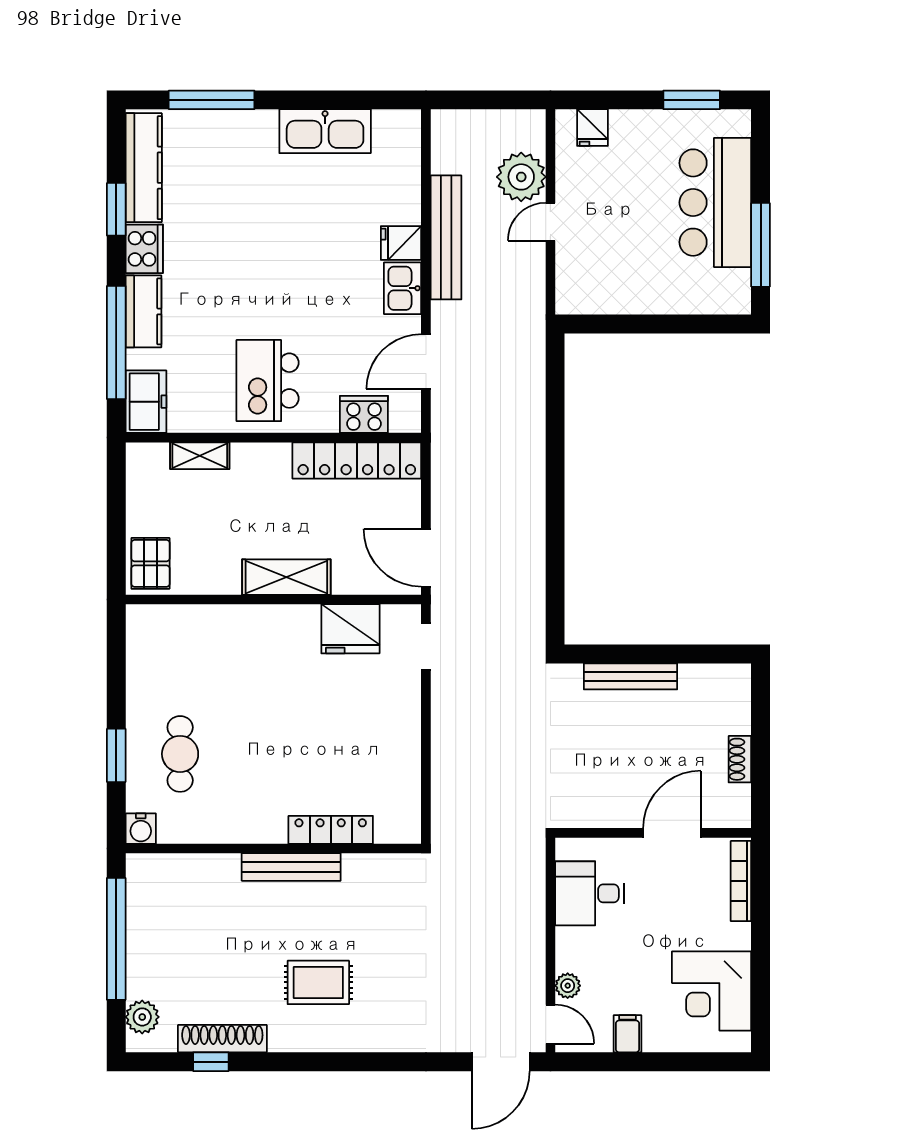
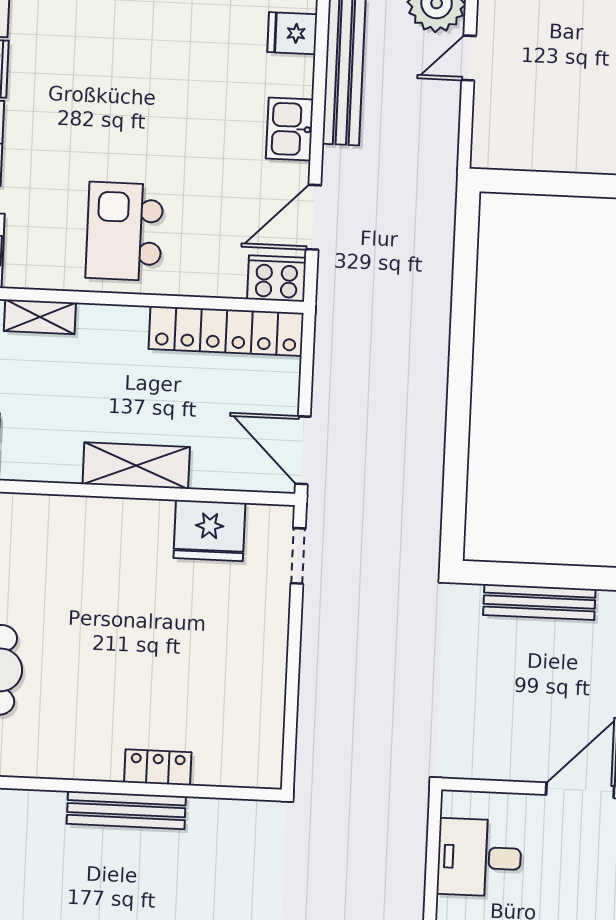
fridge: (401, 243) -> (292, 33), moved
cooker: (364, 414) -> (277, 278), moved
locker: (331, 830) -> (158, 767), width x0.66

